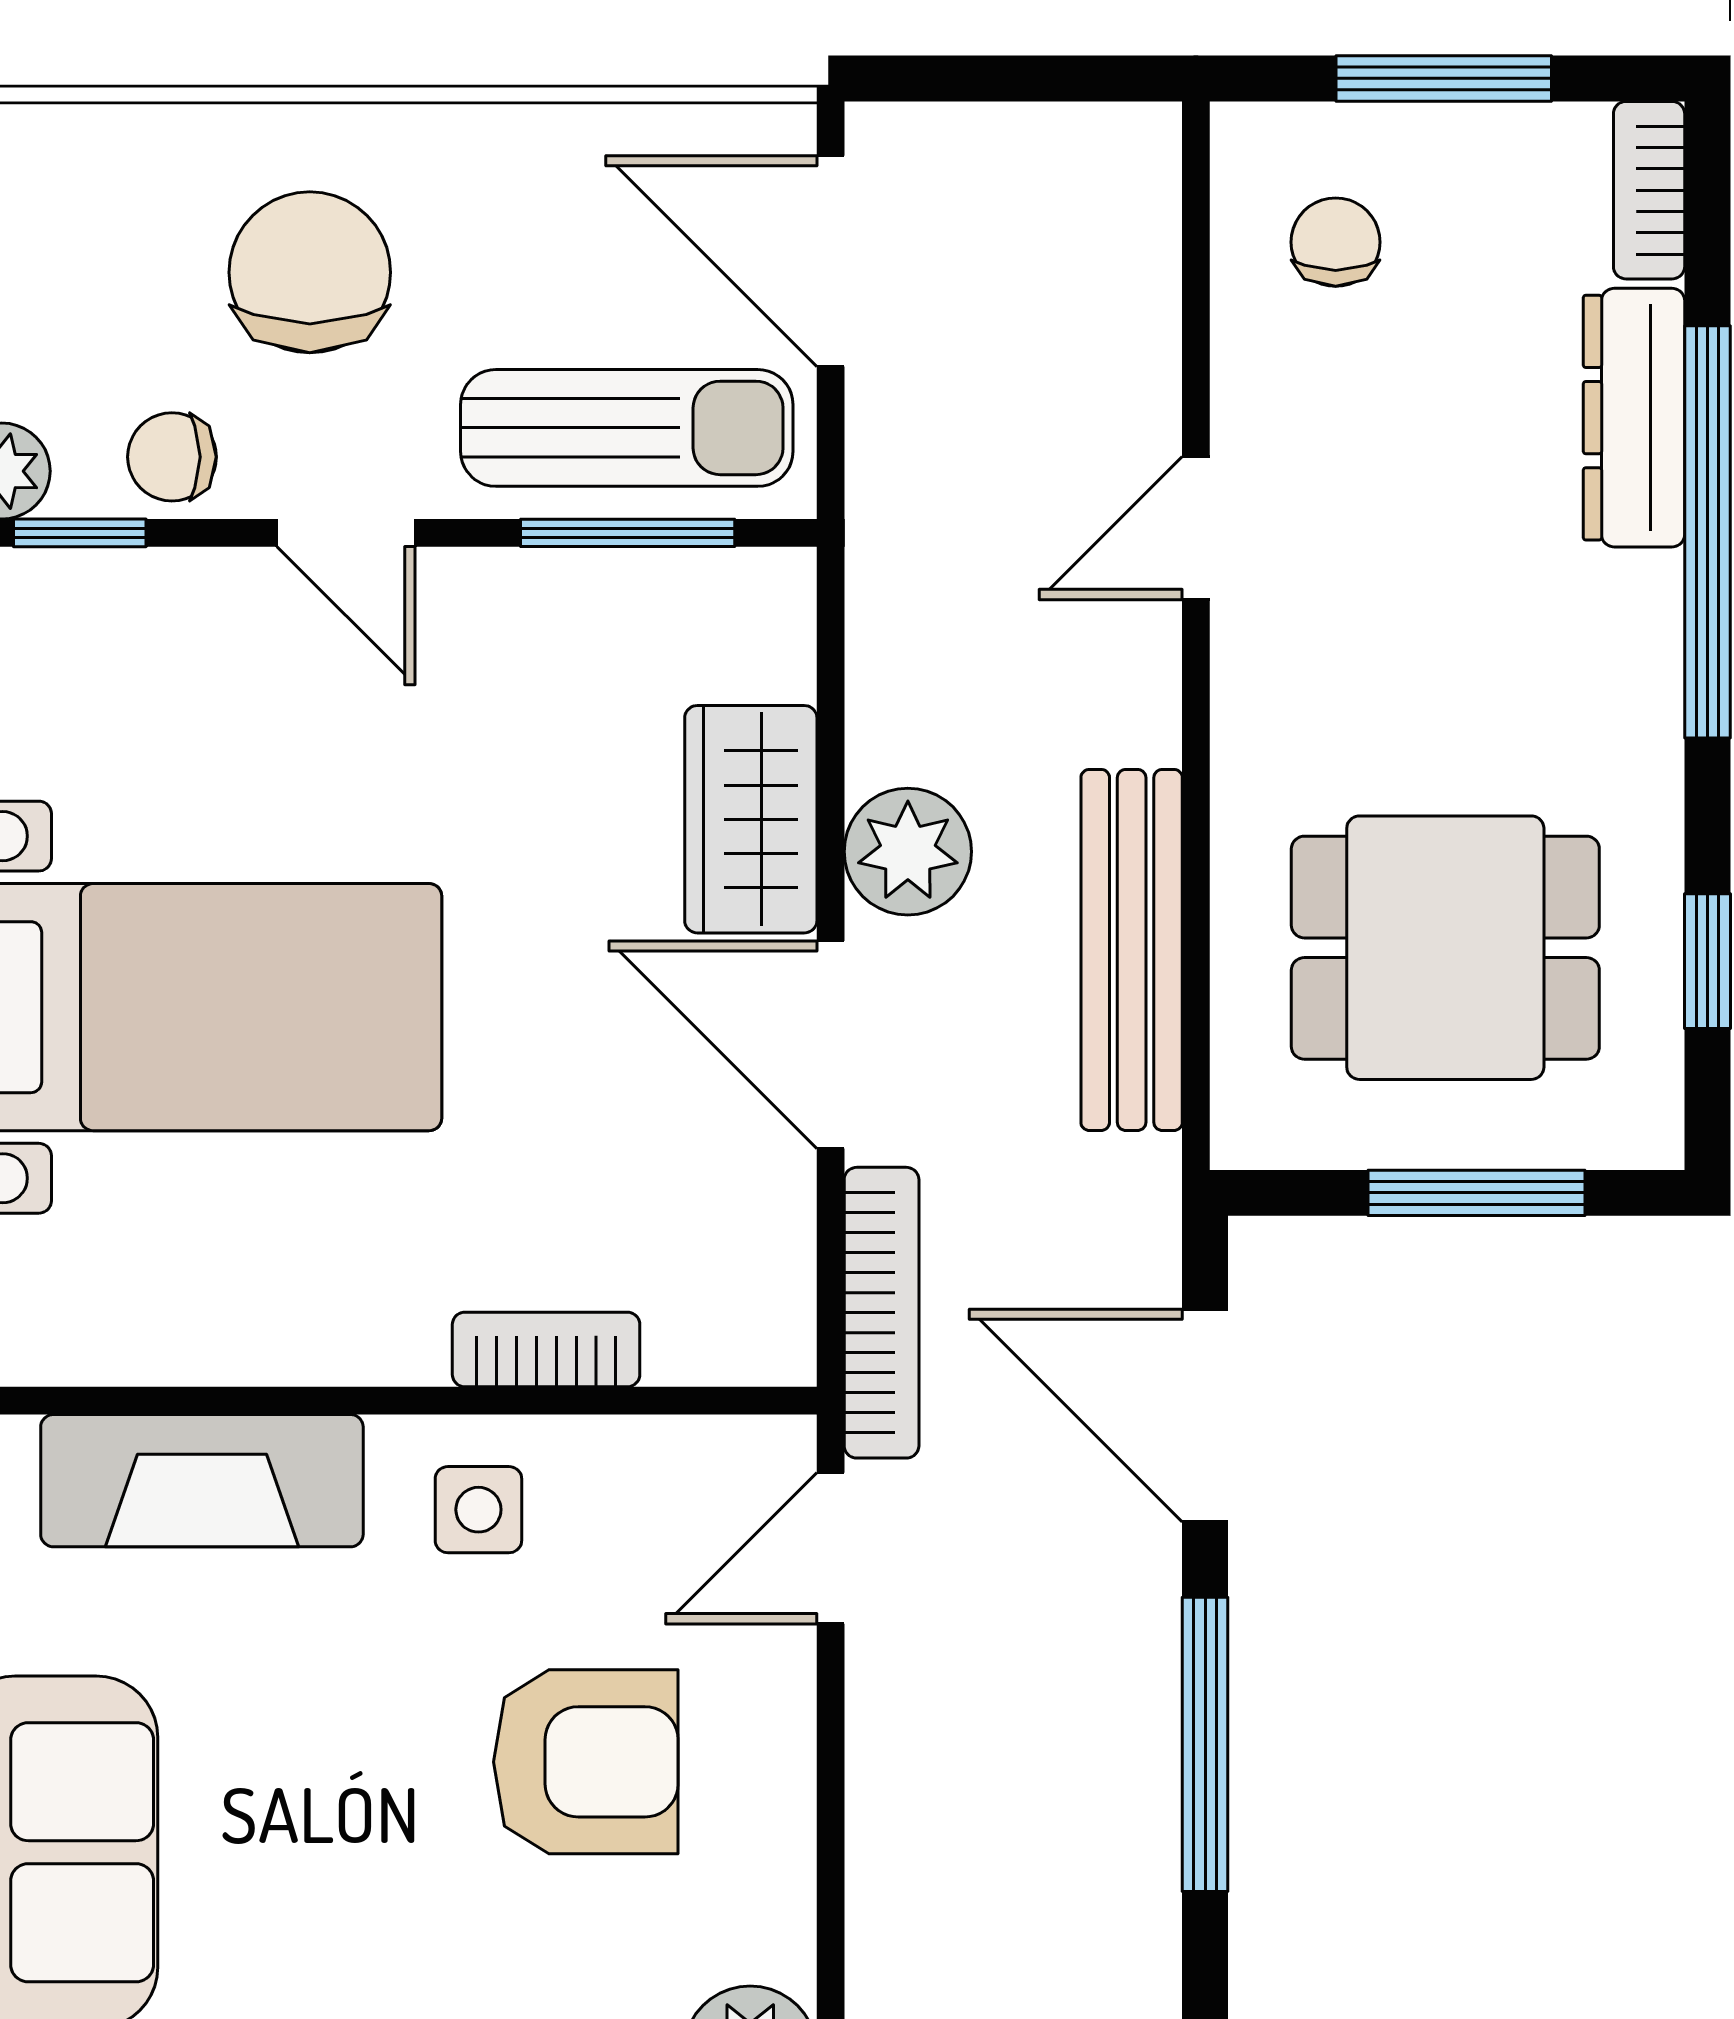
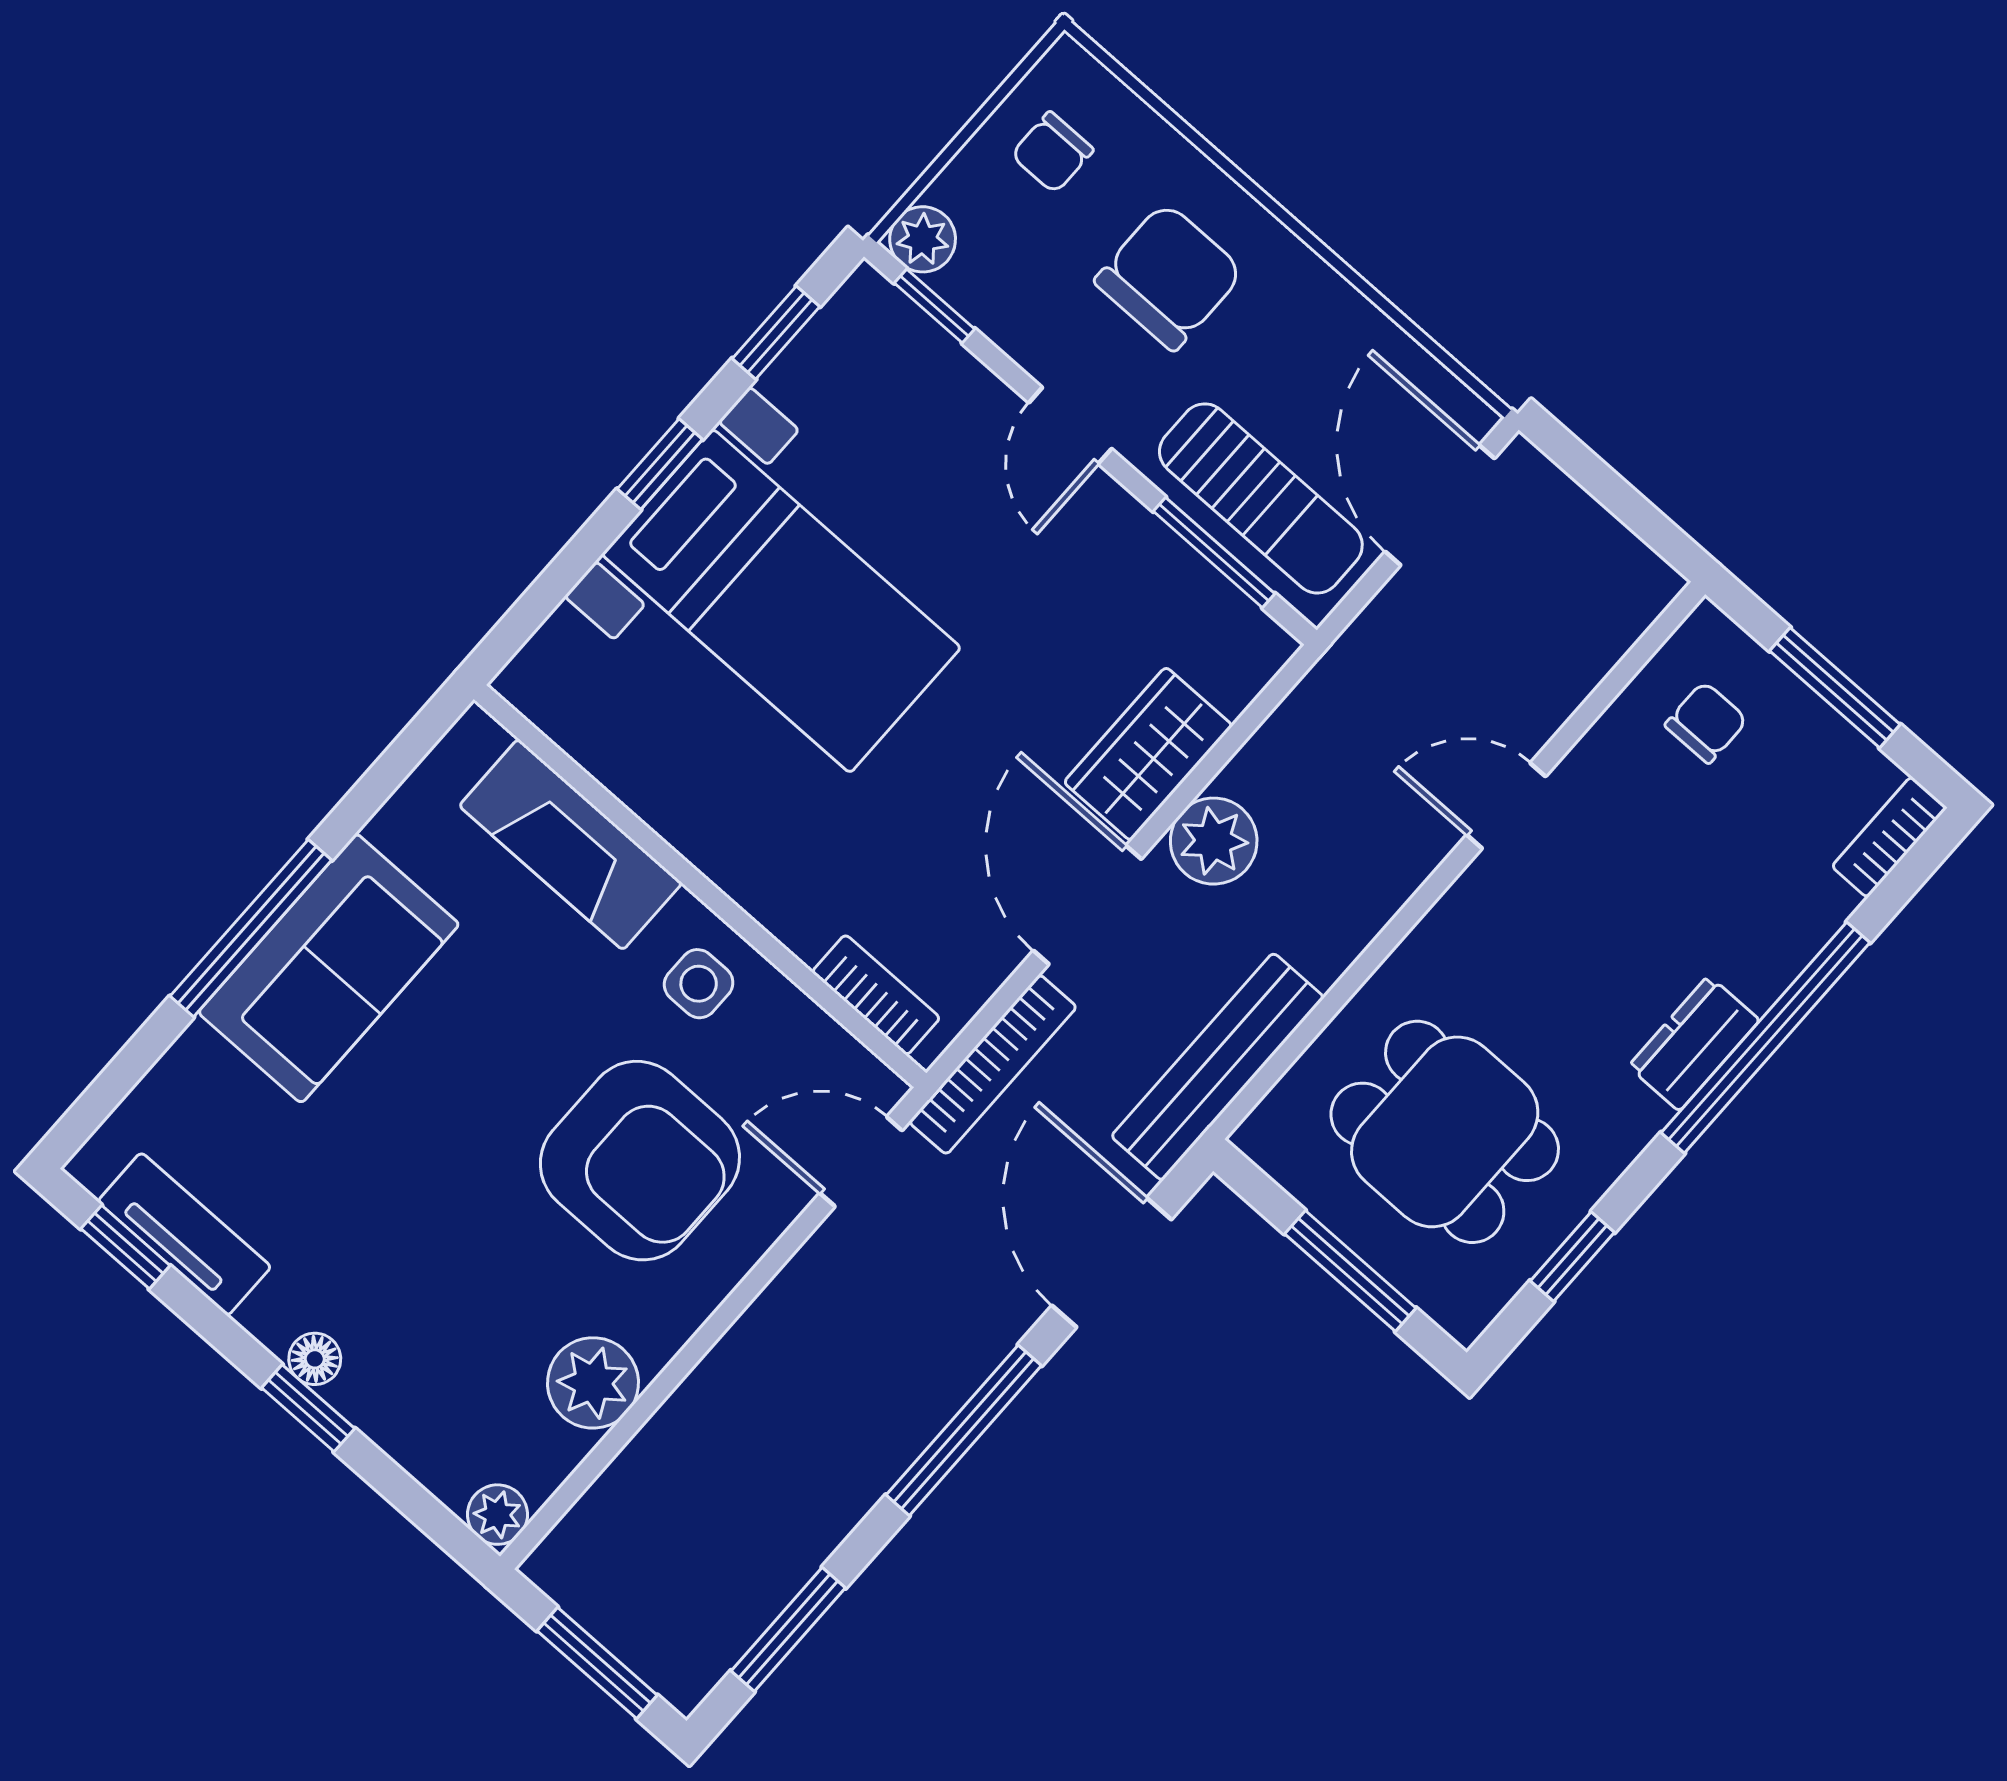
dresser: (1634, 418) -> (1694, 1043), moved, width x0.70
chair: (172, 457) -> (1052, 152), moved, turned -90
bench: (1132, 950) -> (1218, 1067), moved
bookcase: (546, 1349) -> (876, 995), moved
armchair: (586, 1762) -> (640, 1161), width x1.36, depth x1.36

